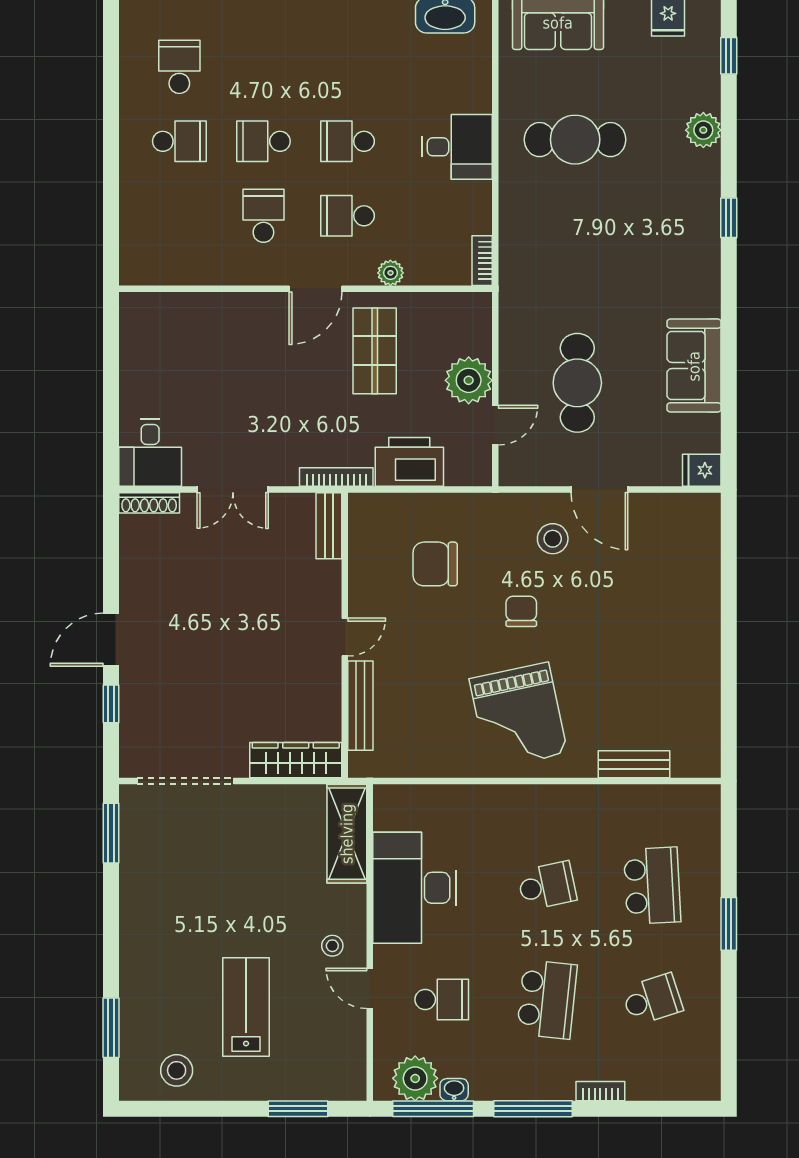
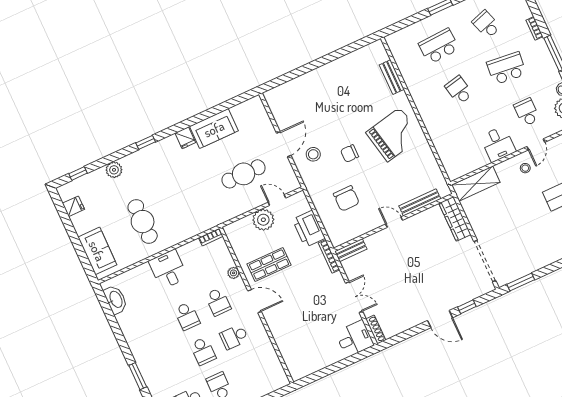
fridge: (702, 470) -> (185, 138), moved
desk: (415, 888) -> (498, 144), width x0.53, depth x0.77

